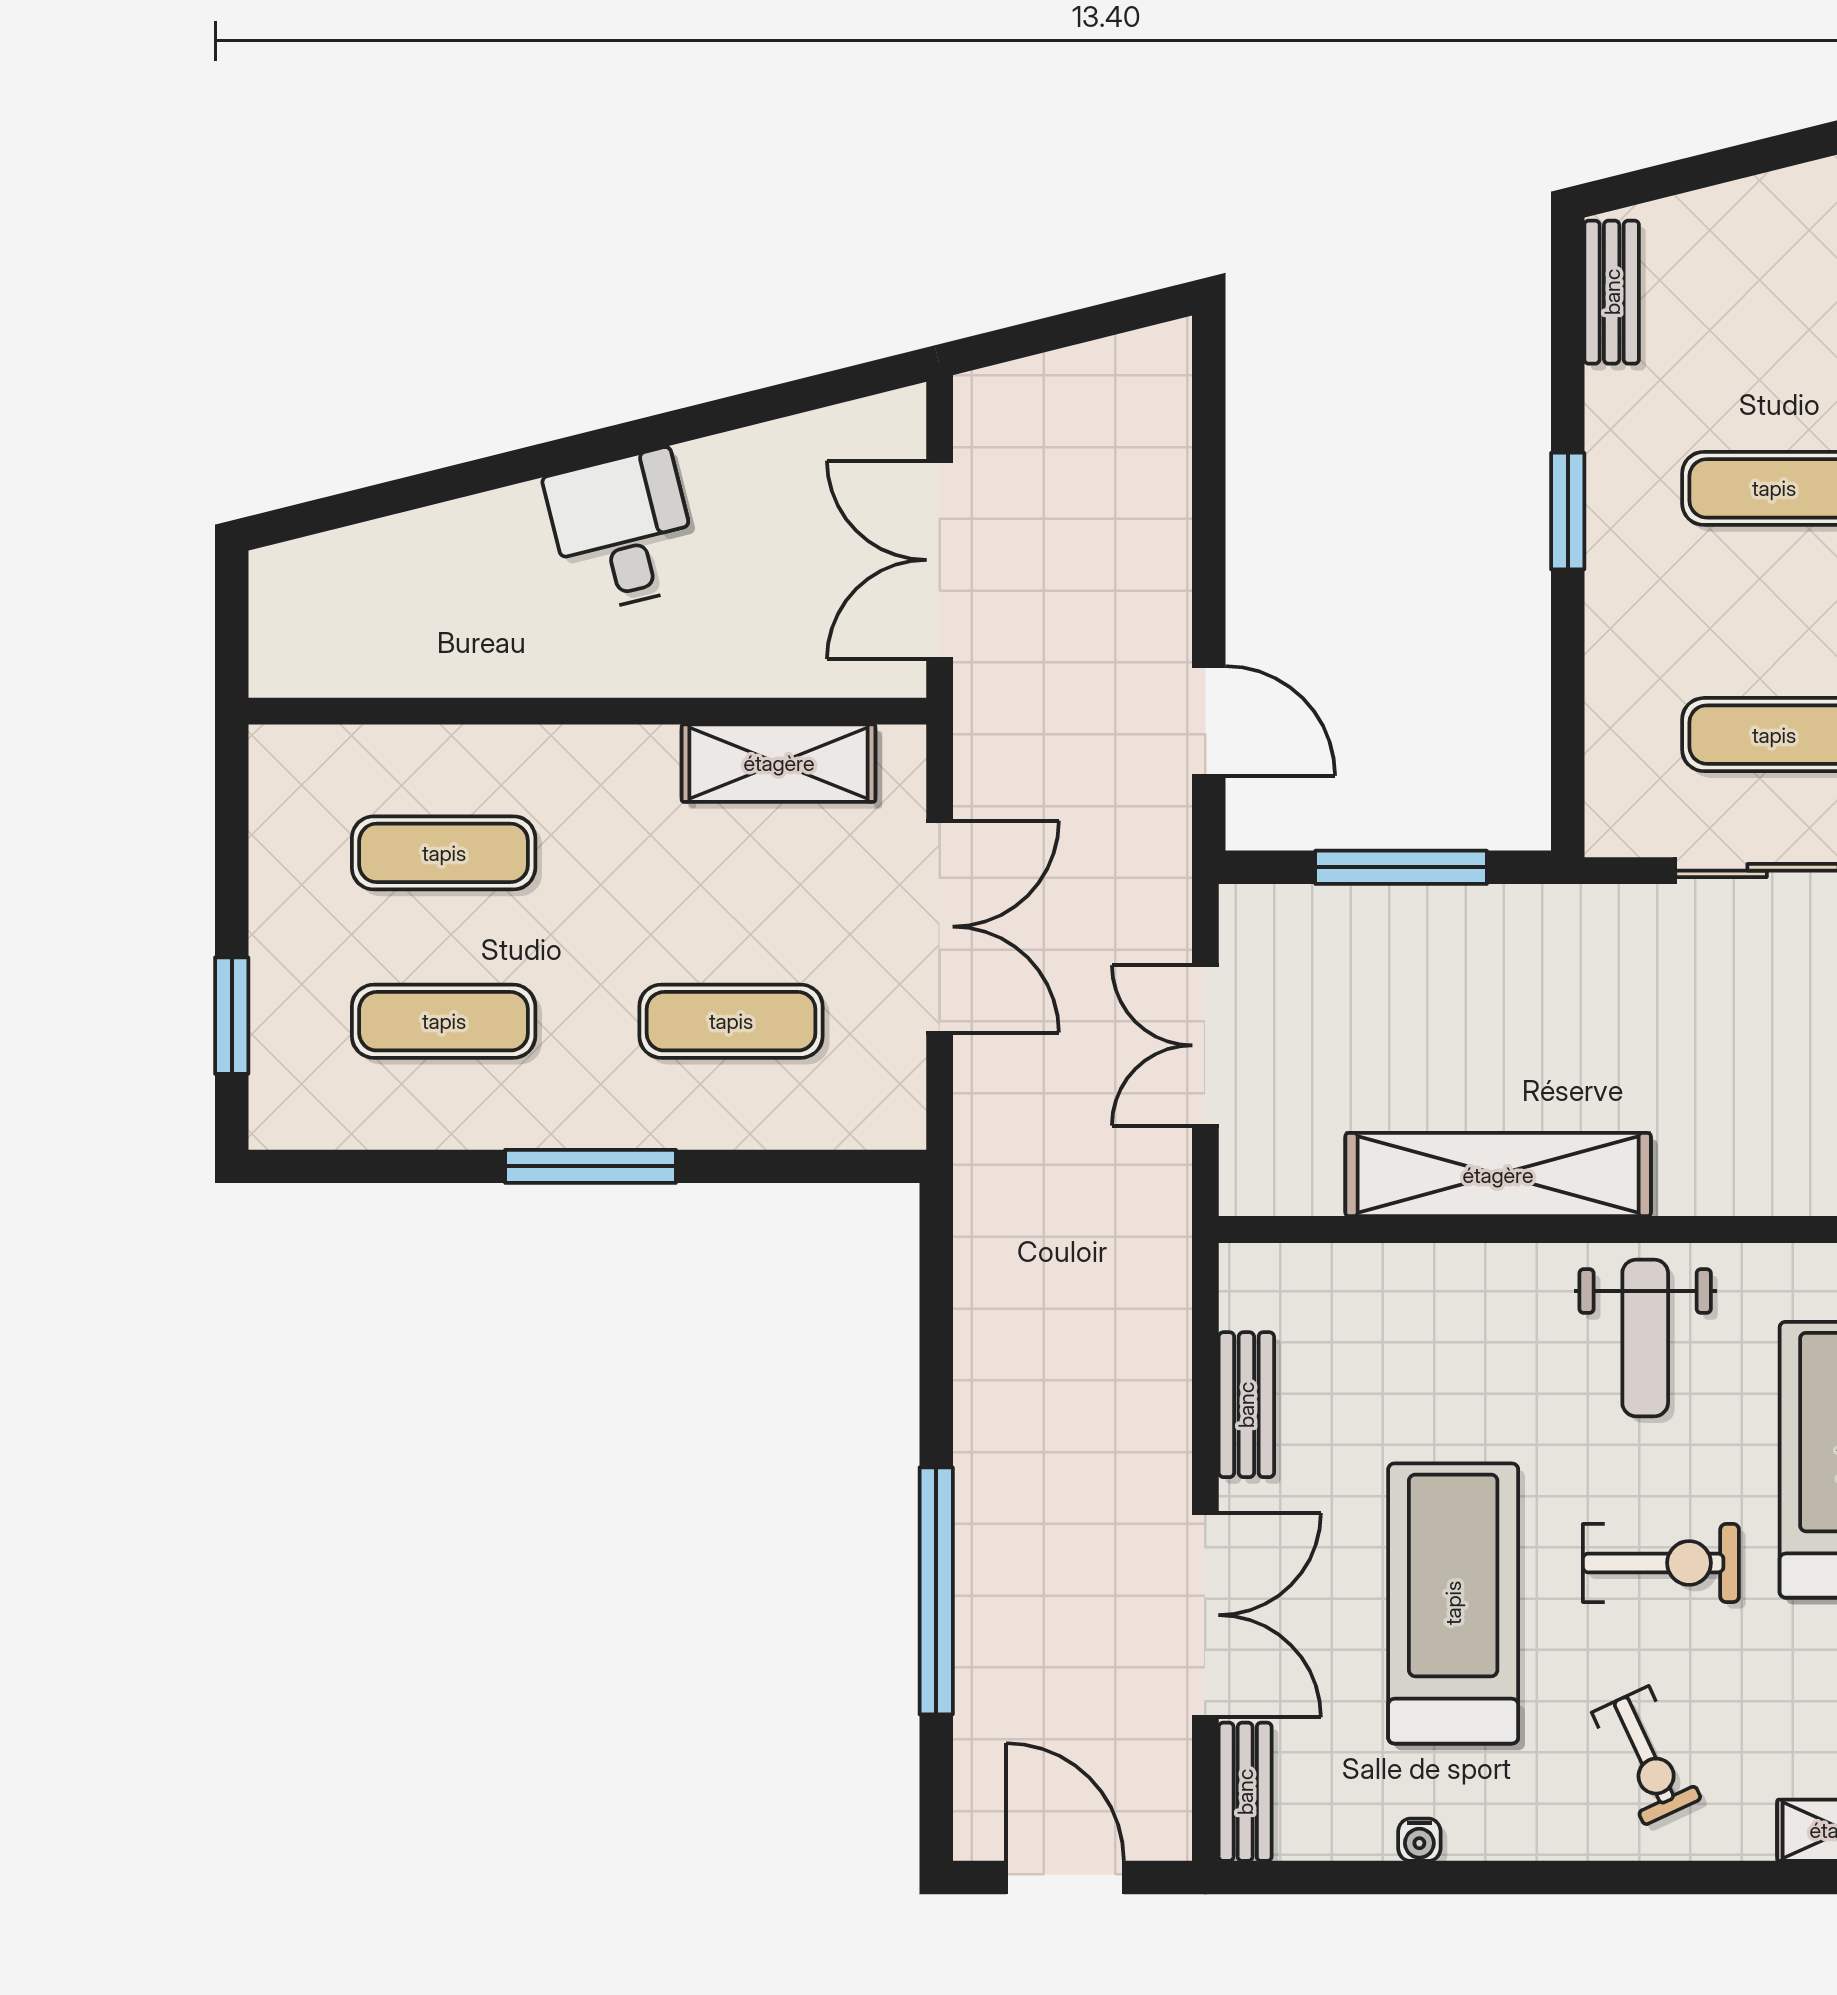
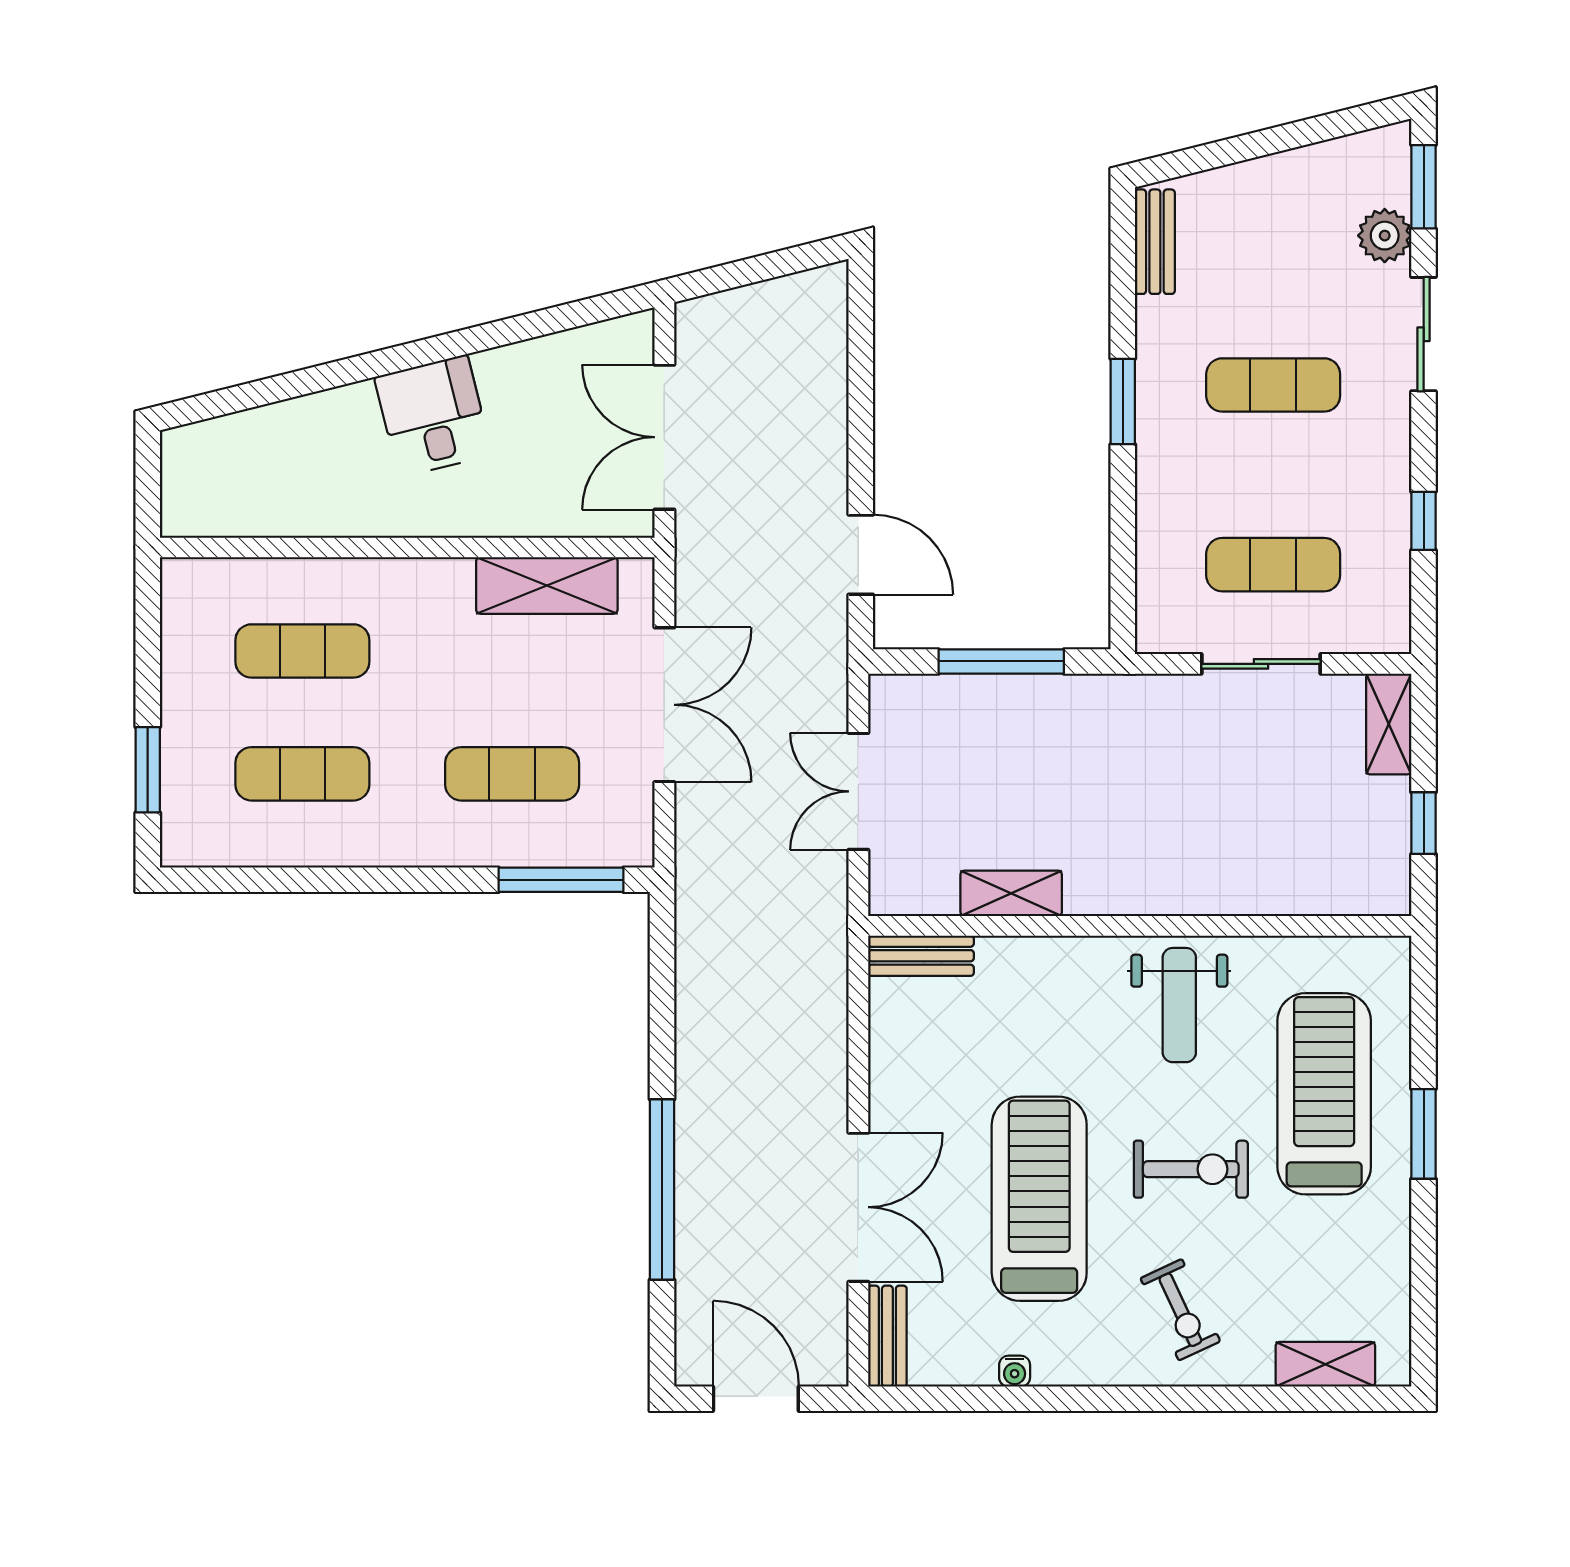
window: (591, 1166) -> (561, 880), moved
shelving: (1498, 1175) -> (1011, 893), width x0.45, depth x0.75
bench: (1246, 1405) -> (921, 956), moved, turned 90

